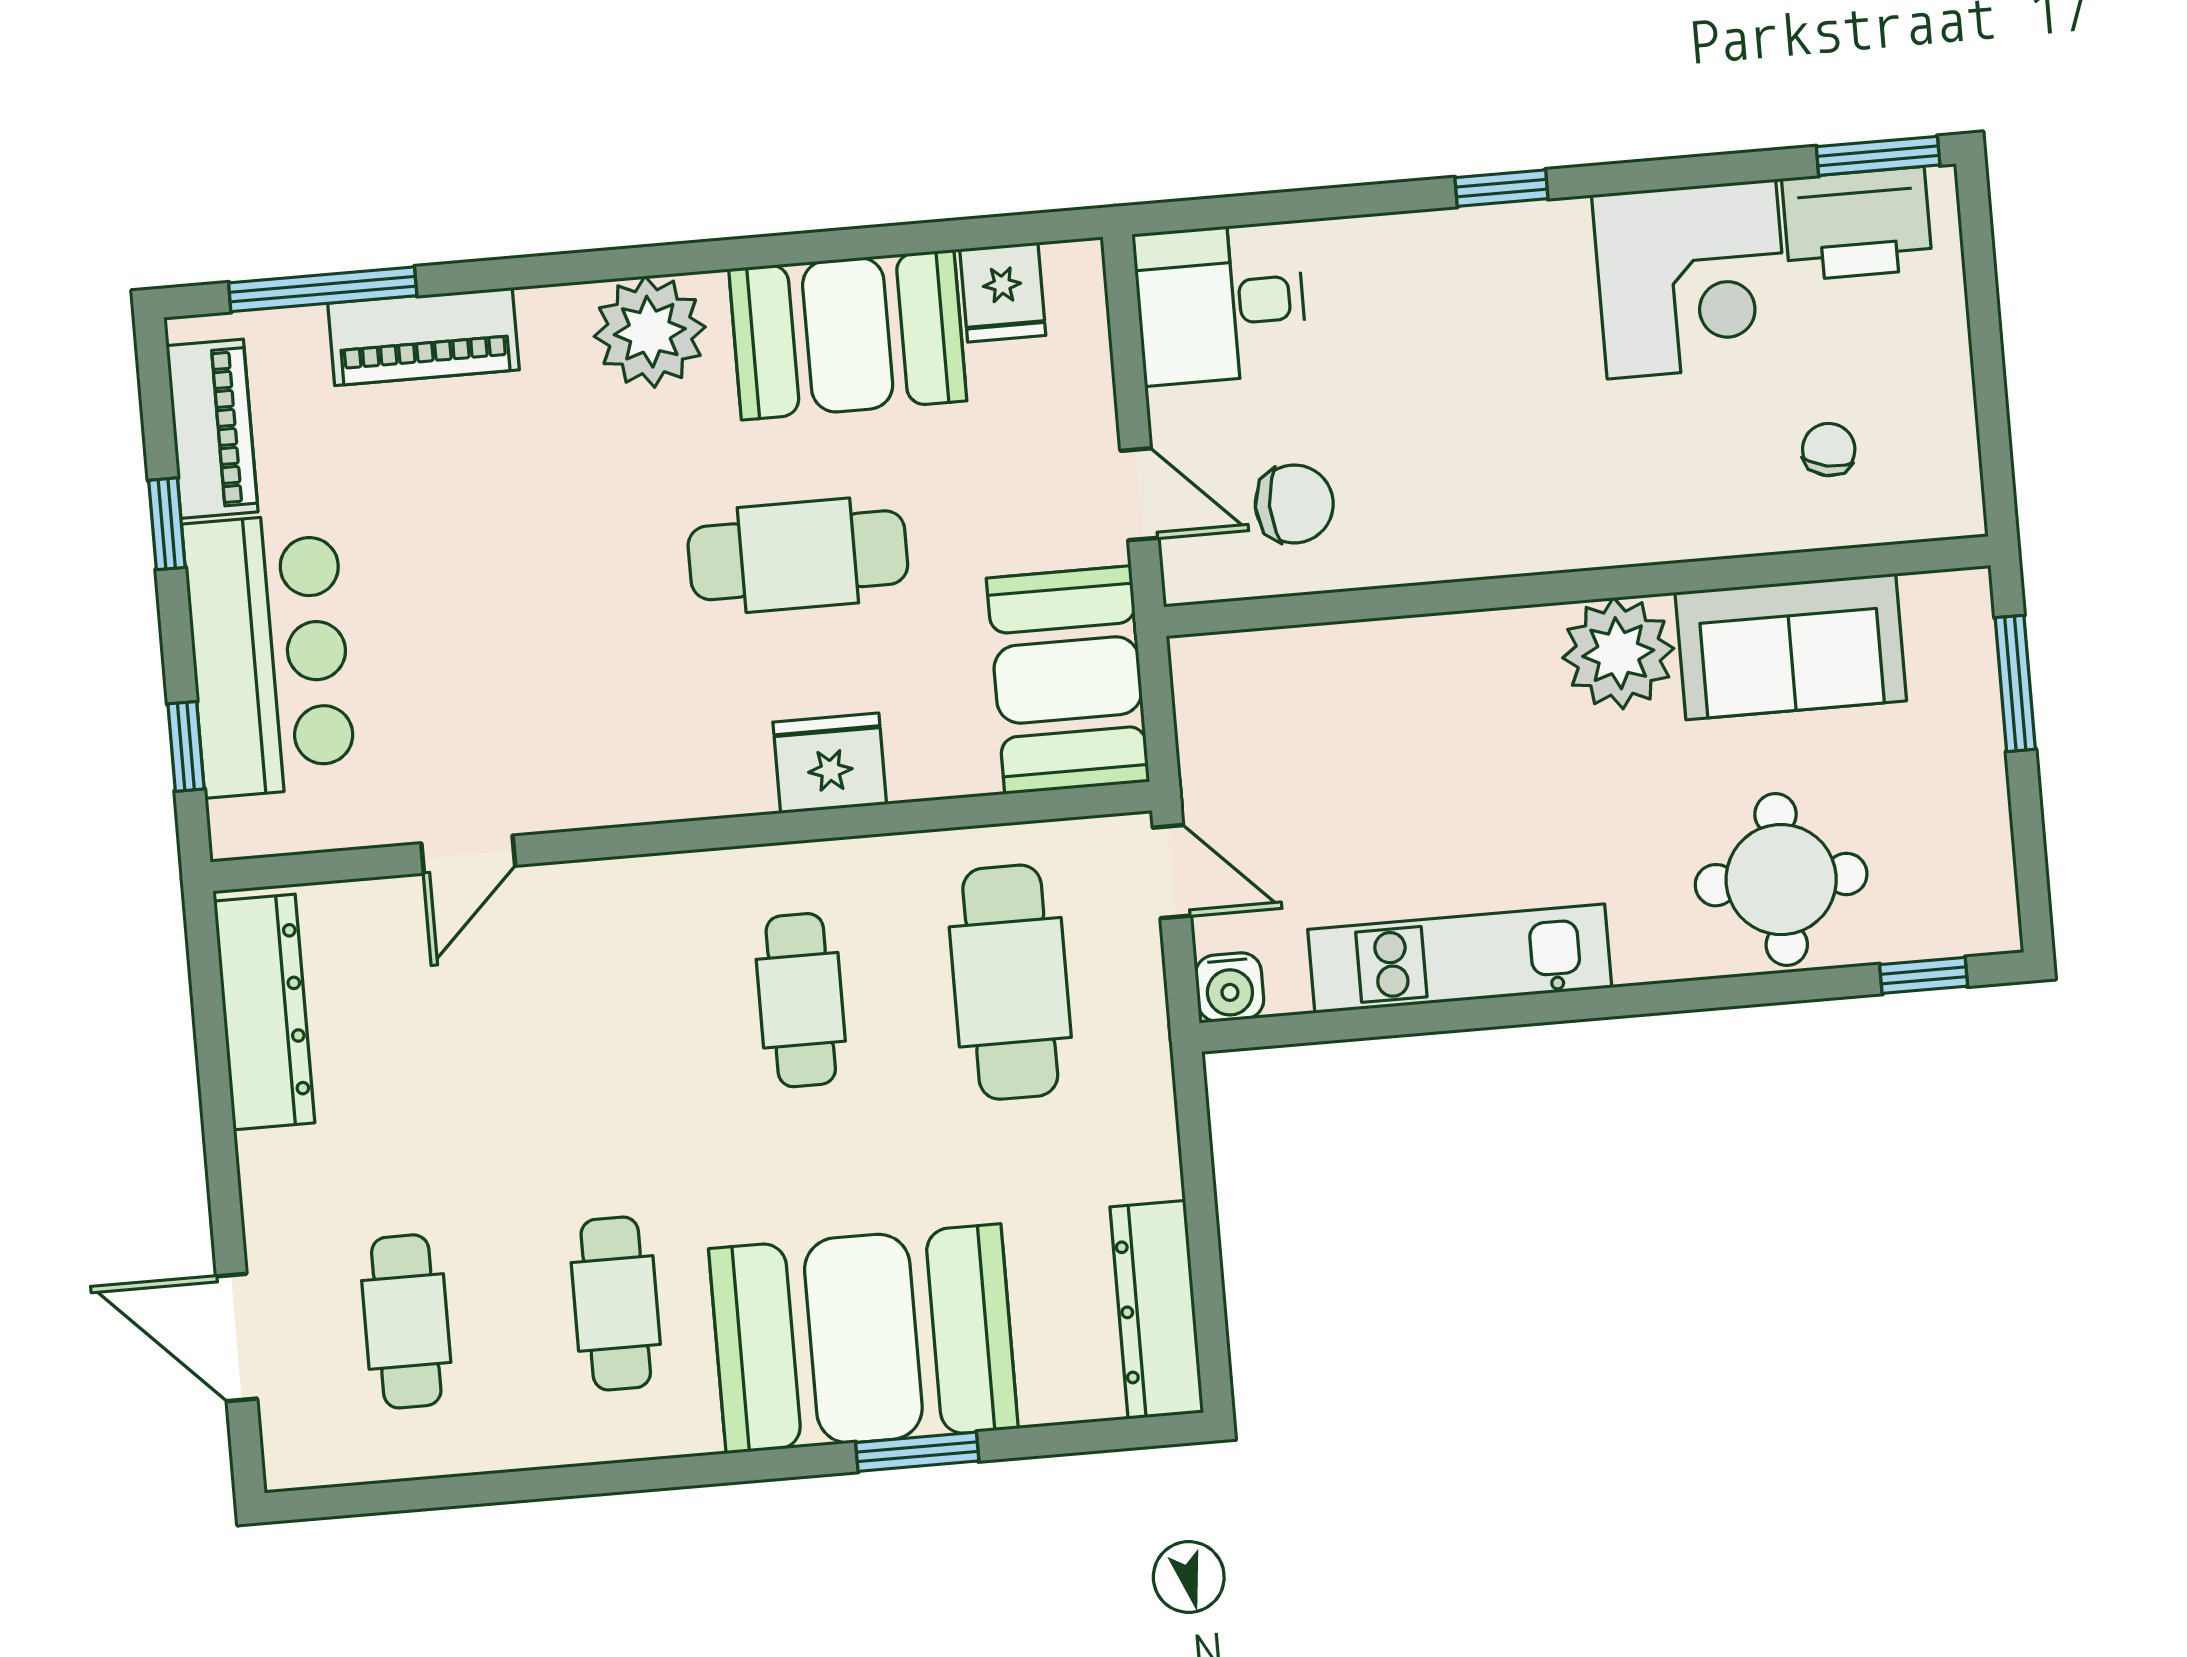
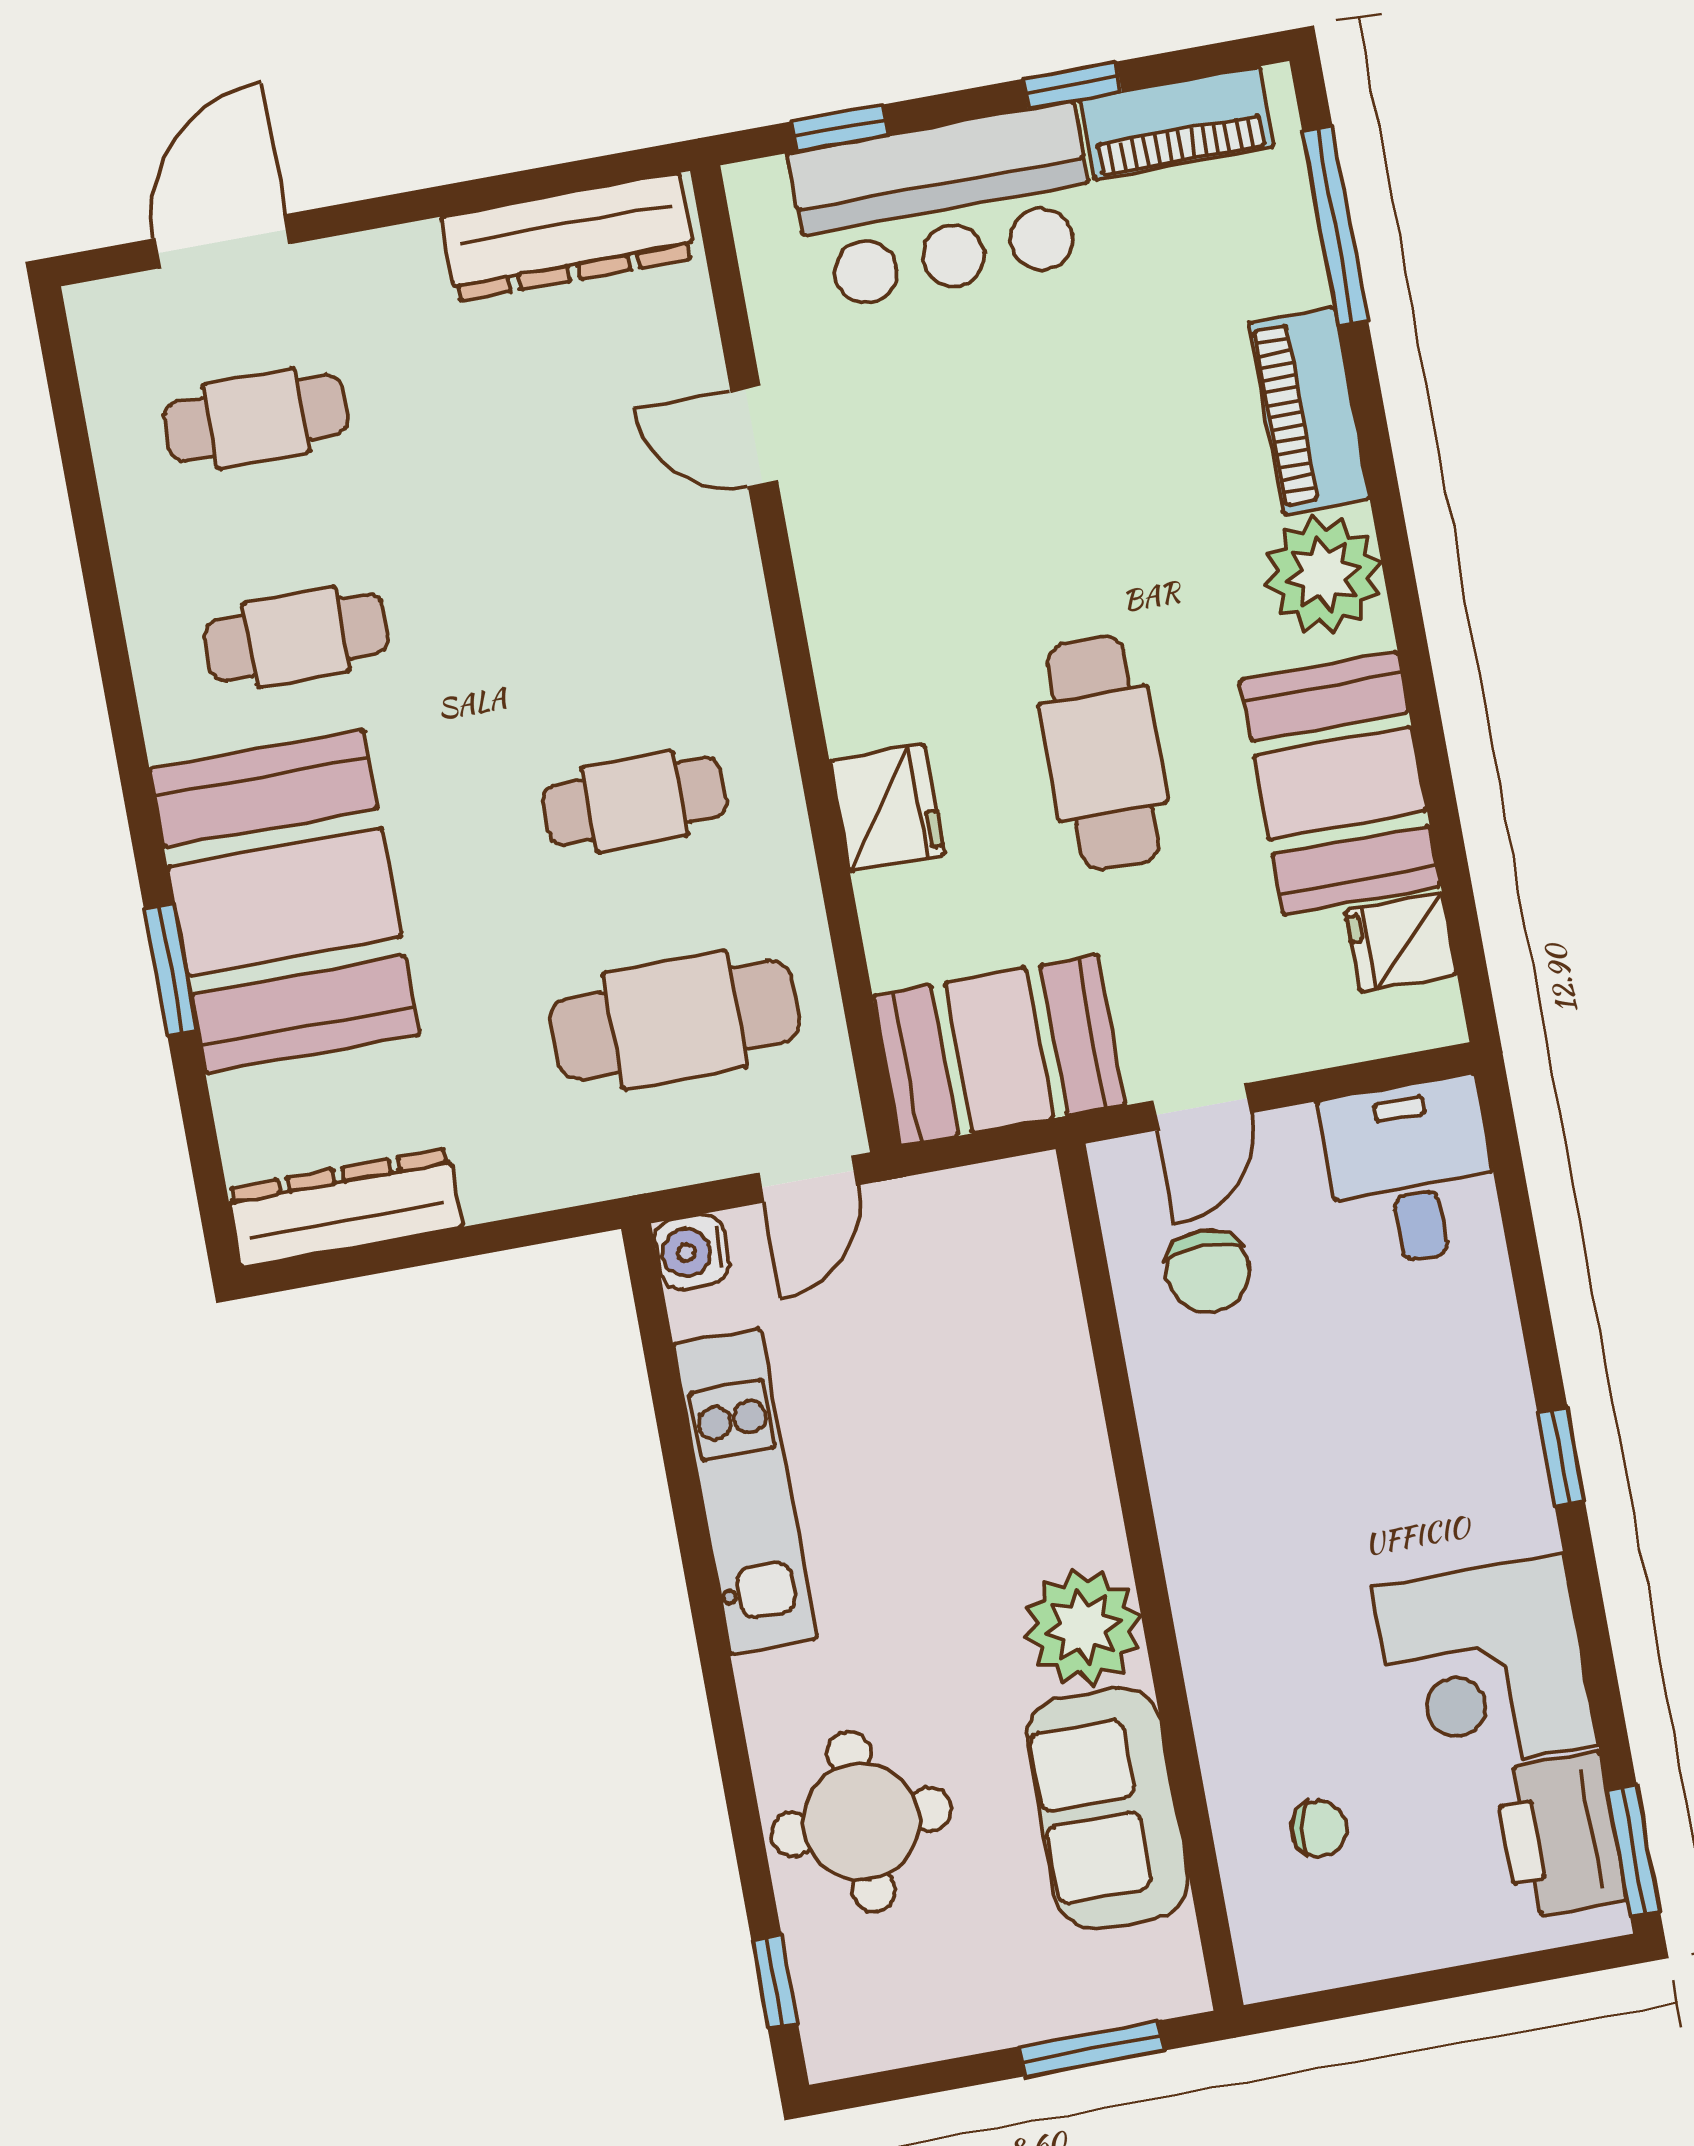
piano: (423, 337) -> (1309, 411), moved

